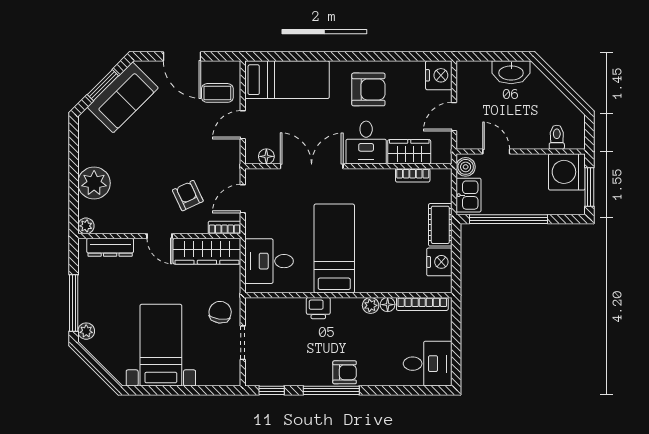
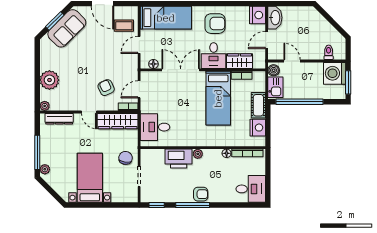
washbasin: (511, 72) -> (275, 18), moved, turned -90
bed: (334, 249) -> (218, 98), moved, turned 180
plant: (371, 305) -> (198, 154), moved
printer: (318, 308) -> (179, 159), width x1.87, depth x1.48

